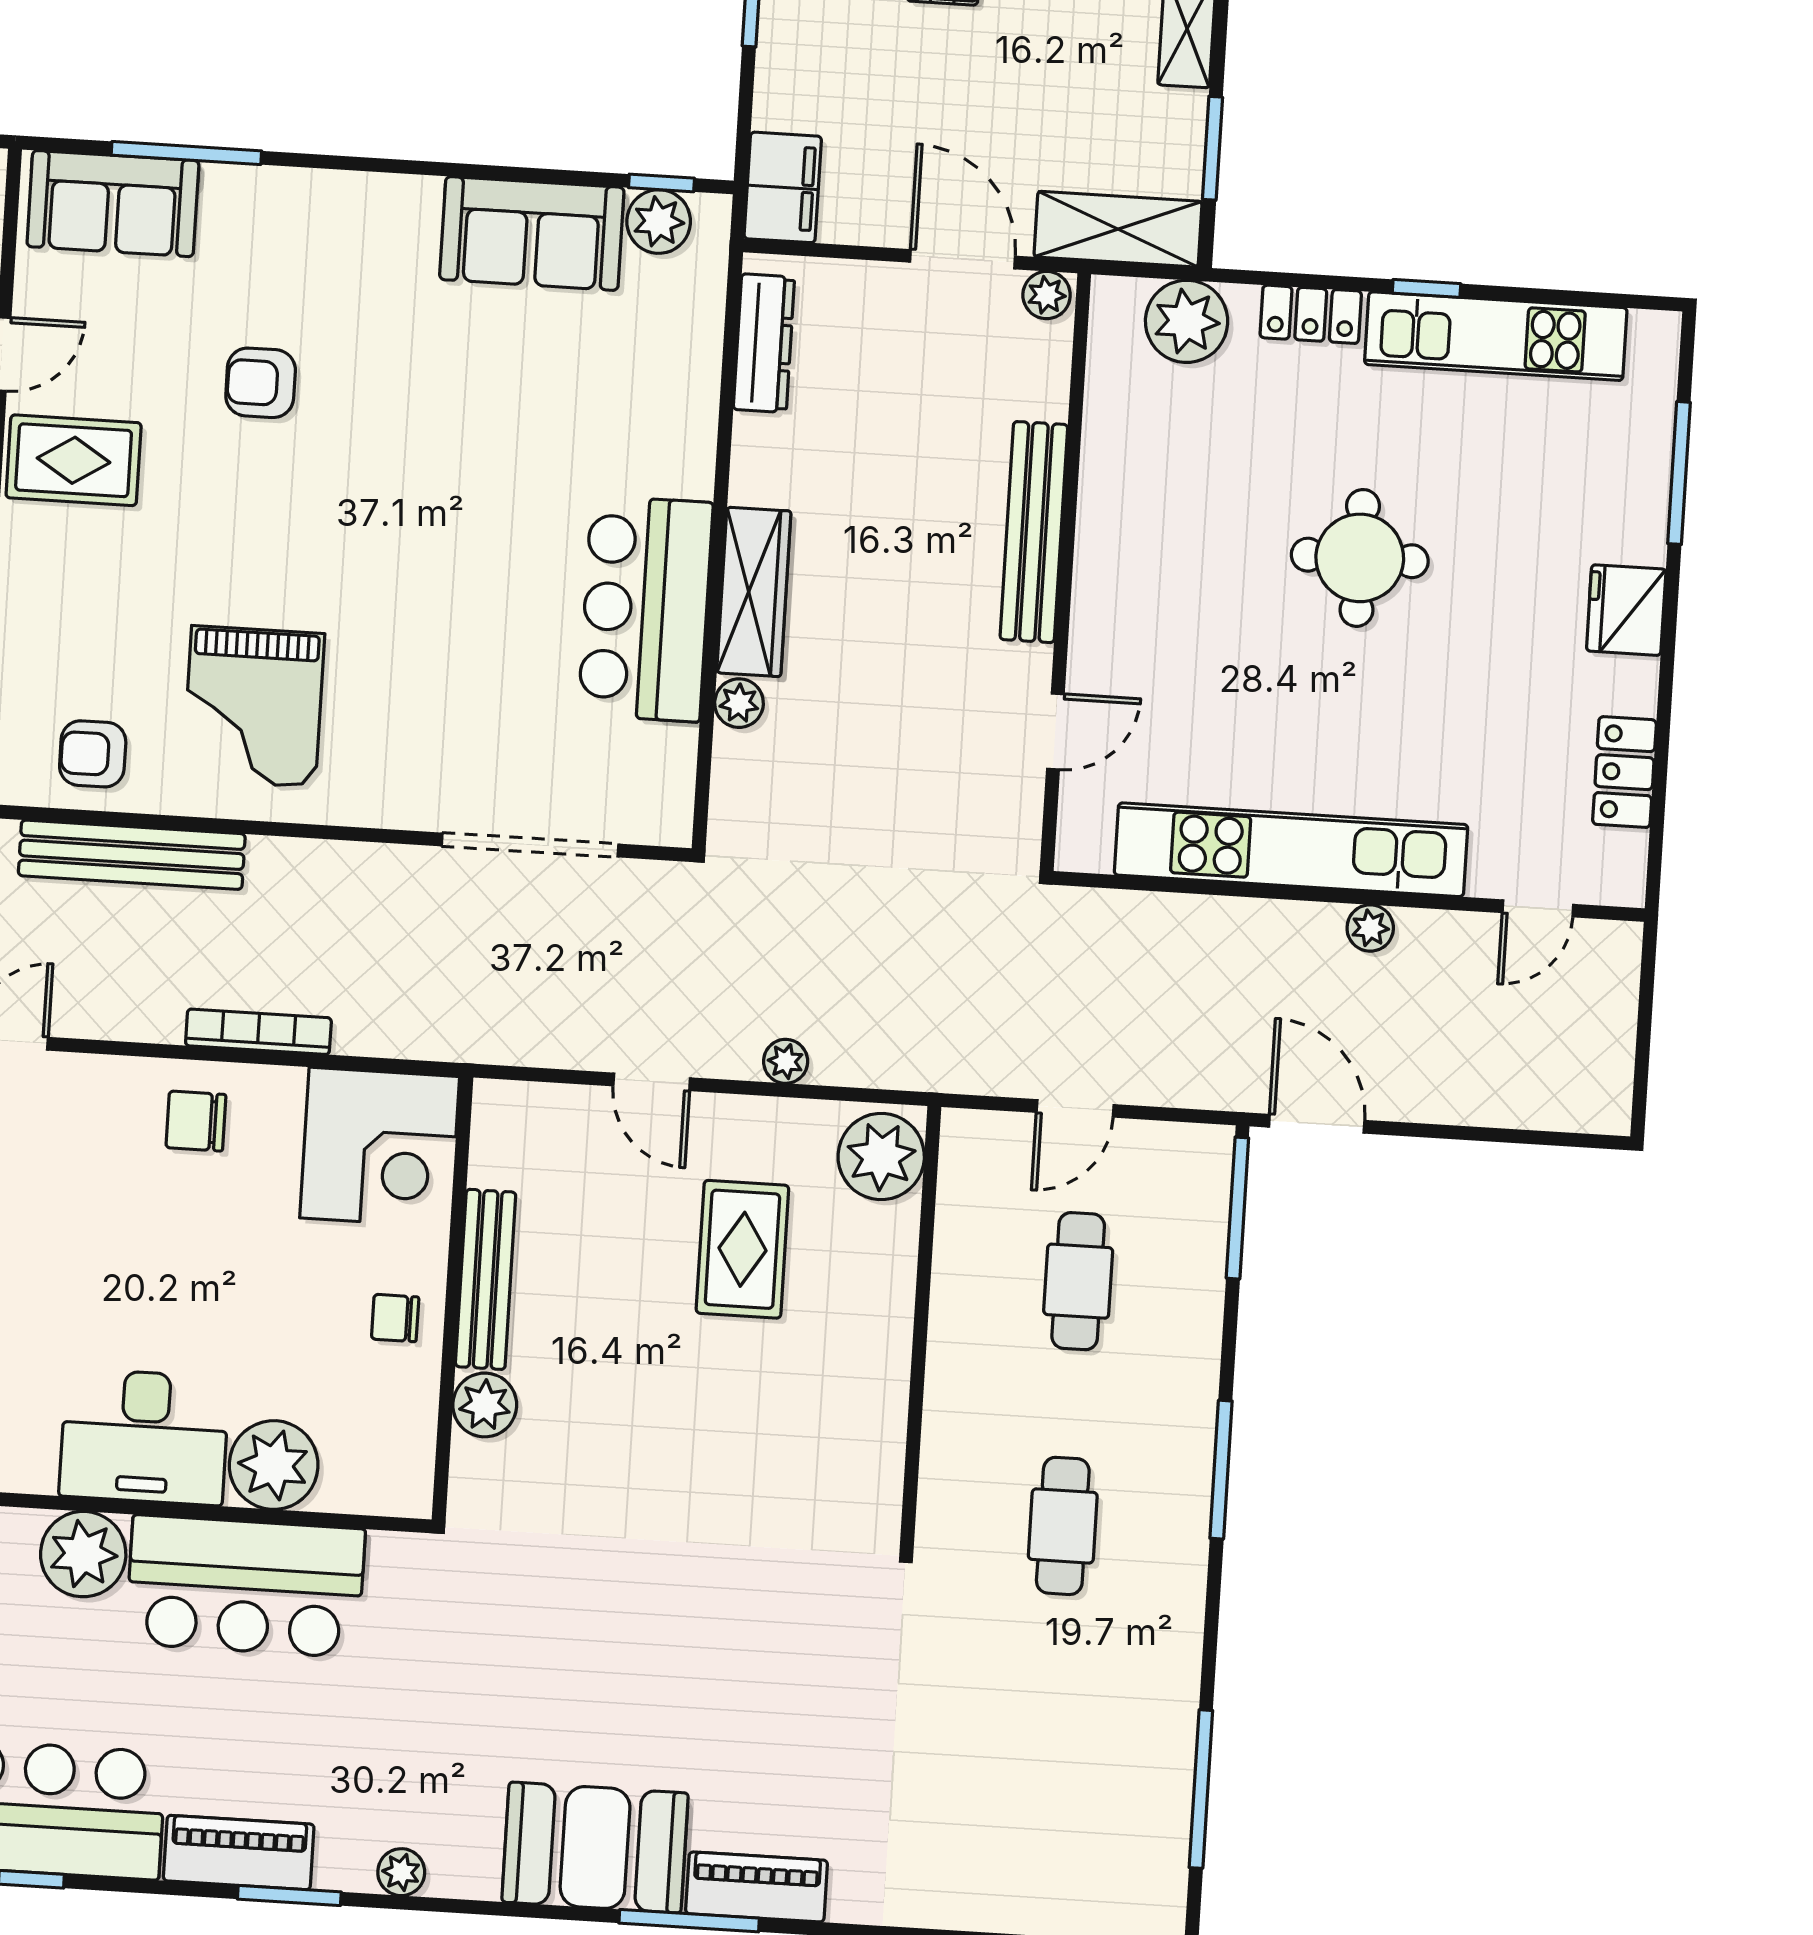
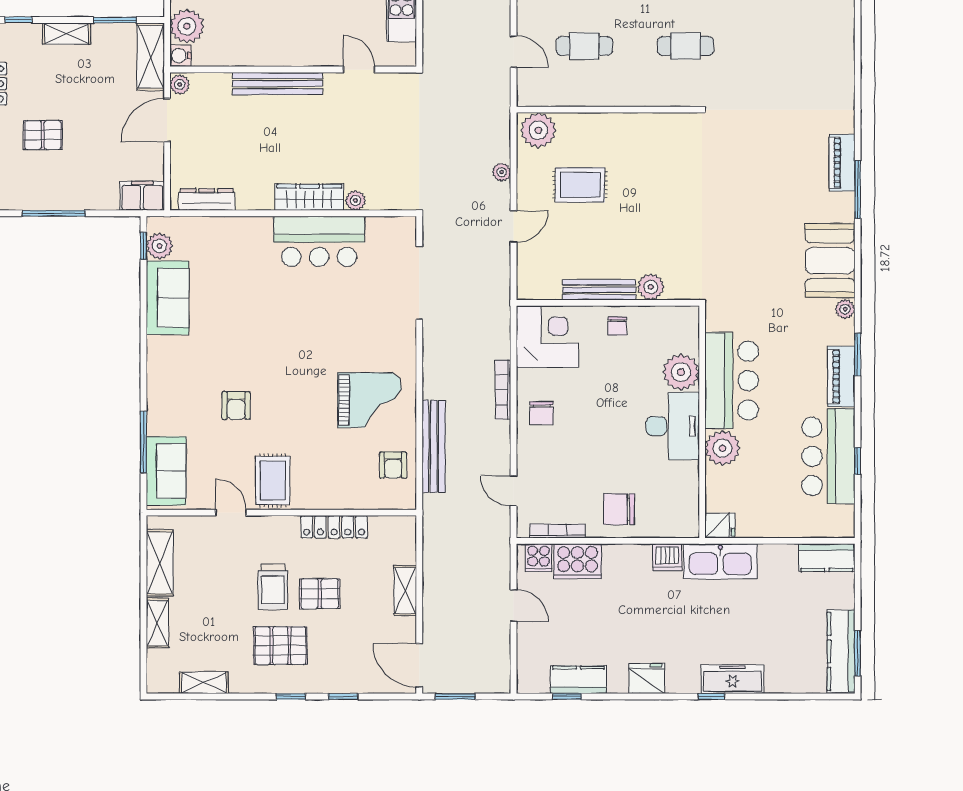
water cooler: (1116, 301) -> (180, 56), added
booth: (595, 1848) -> (830, 261), moved

